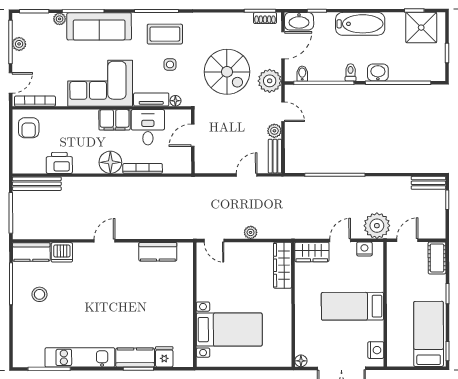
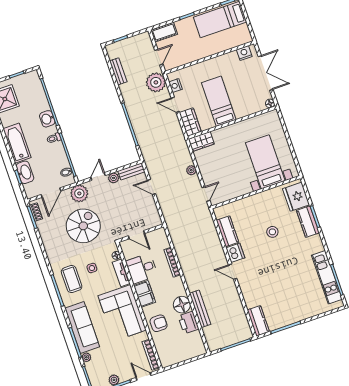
washbasin: (299, 21) -> (25, 172), moved
door: (283, 45) -> (51, 193), swing flipped
armchair: (29, 128) -> (159, 323), moved
floor lamp: (110, 162) -> (182, 305), moved
bench: (428, 183) -> (118, 71), moved
bench: (37, 184) -> (200, 309), moved
door: (407, 240) -> (159, 57), swing flipped
dishwasher: (62, 252) -> (235, 253), moved
wardrobe: (283, 265) -> (201, 141), width x0.67
stool: (39, 294) -> (272, 232), moved
bed: (352, 306) -> (219, 101), moved, turned 180
kitchen unit: (80, 357) -> (327, 277), moved
fridge: (164, 357) -> (296, 197), width x1.88, depth x1.34

